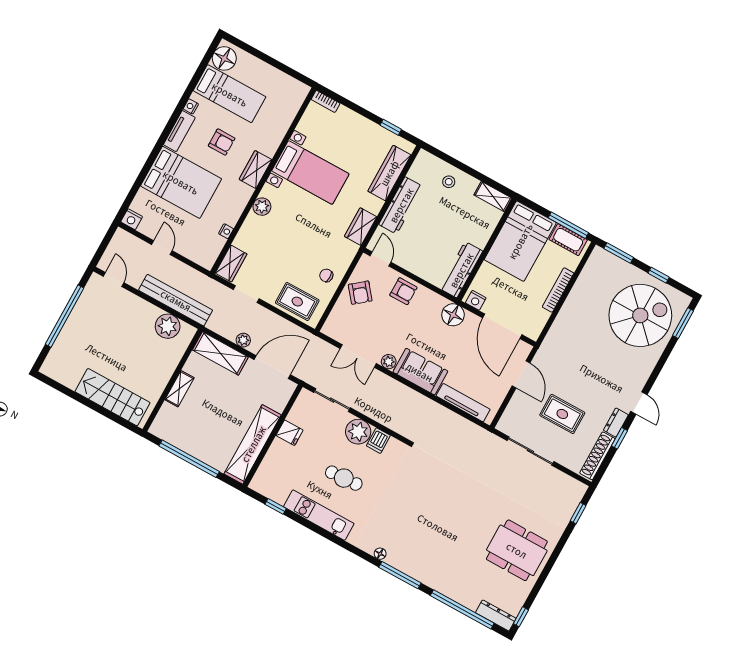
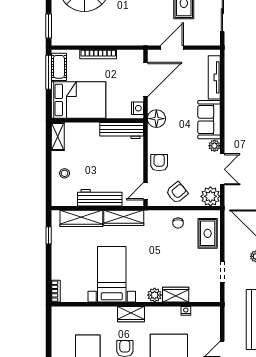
wardrobe: (361, 227) -> (124, 218), width x1.50
wardrobe: (231, 264) -> (176, 295), moved
plant: (336, 327) -> (210, 196), added

